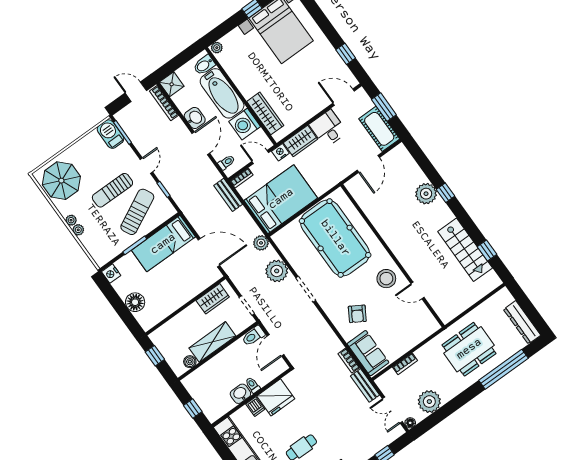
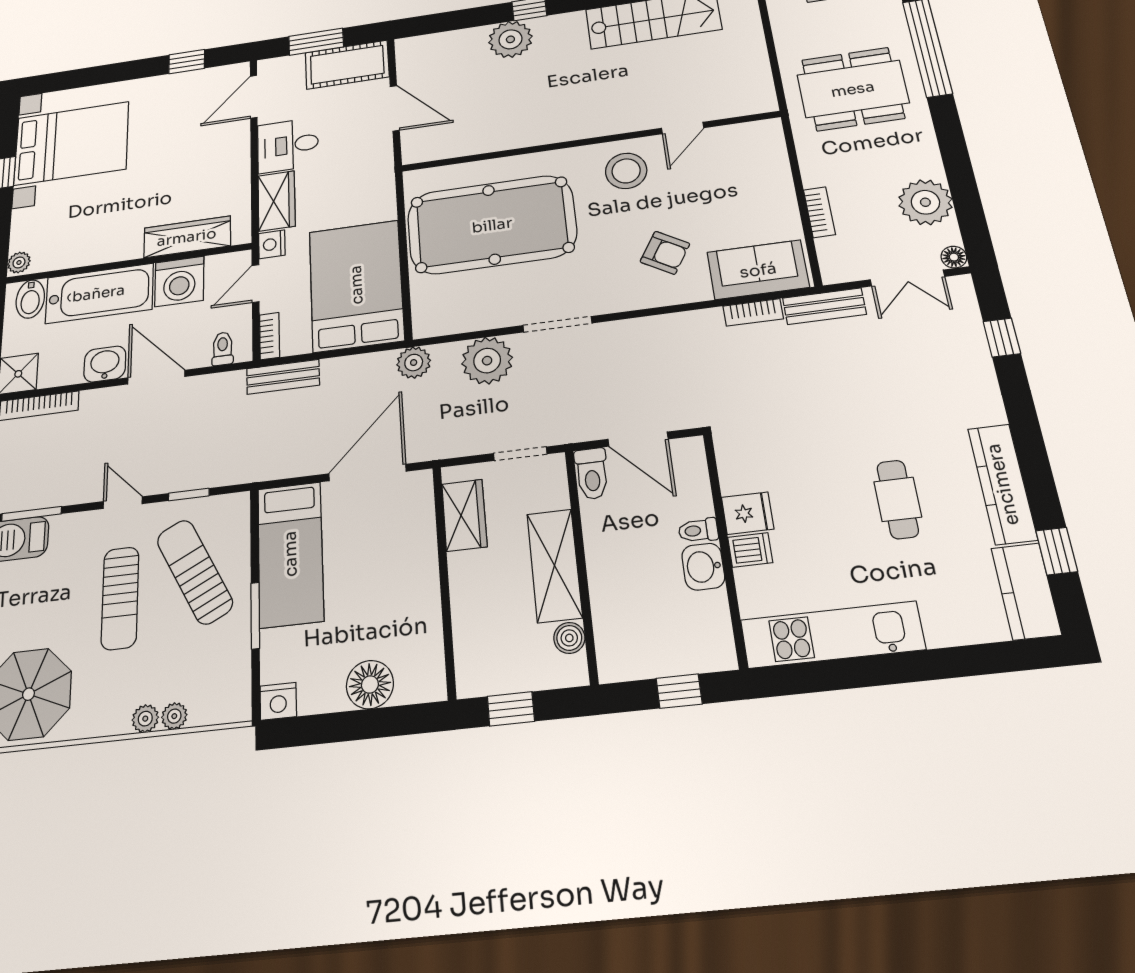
plant: (71, 220) -> (174, 716), moved
dining table: (469, 349) -> (853, 89), turned 90
fridge: (276, 397) -> (748, 513), width x0.53, depth x0.75

